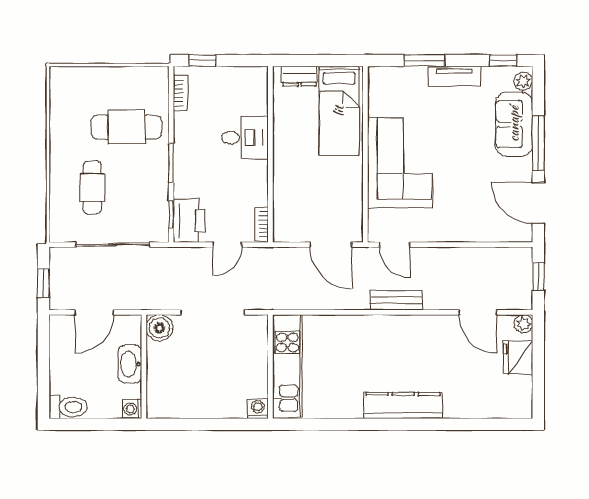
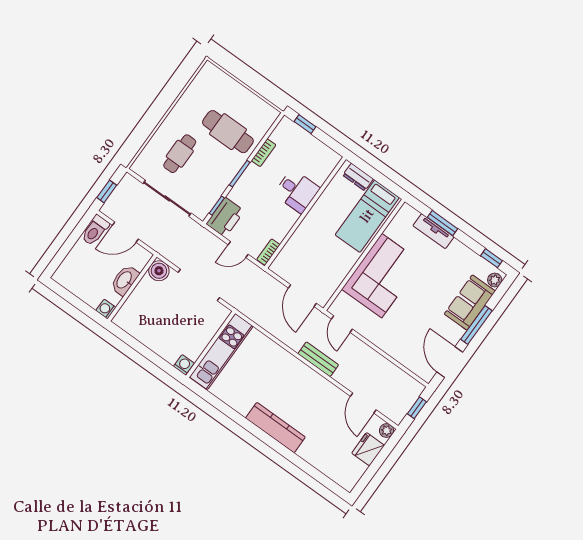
tv unit: (454, 76) -> (433, 231), moved
bookcase: (180, 93) -> (264, 153), moved
toilet: (68, 407) -> (95, 230), moved, turned 90

